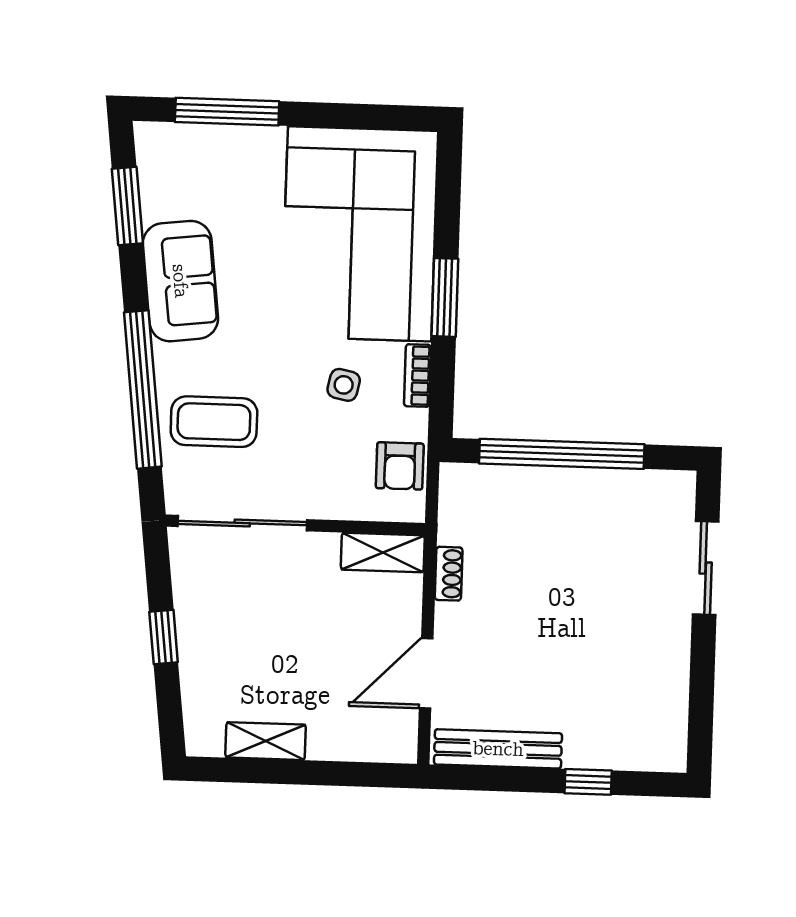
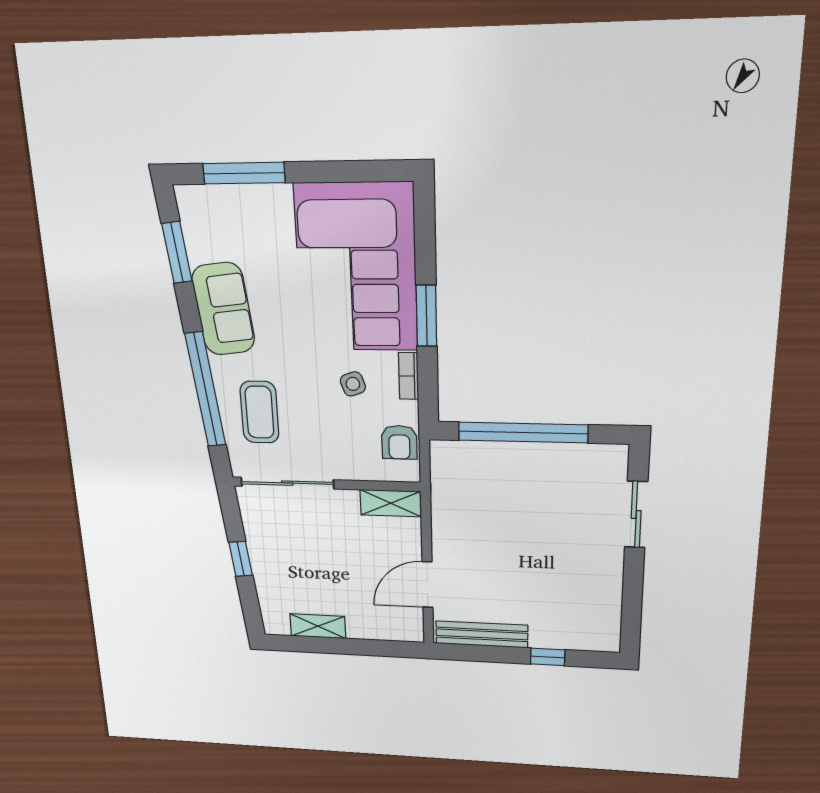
side table: (344, 385) -> (353, 384), turned -32
coffee table: (214, 422) -> (259, 412), turned 90
shoe rack: (449, 574) -> (440, 518), removed

